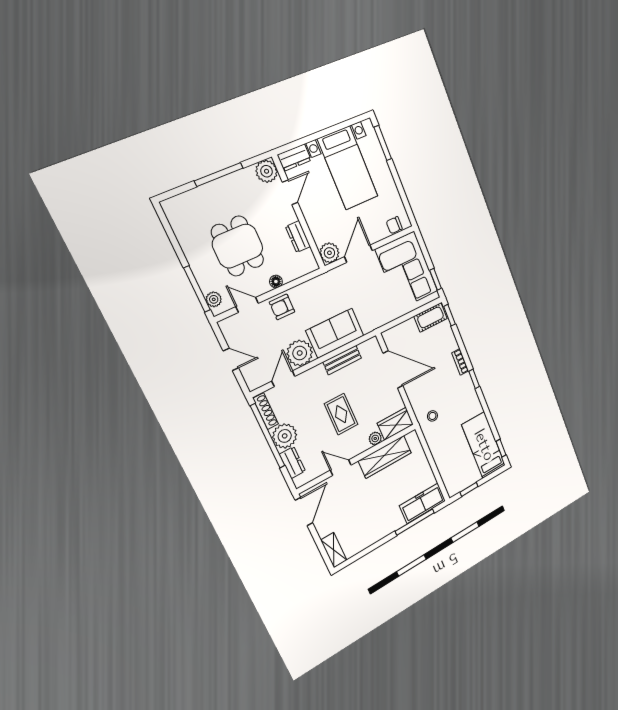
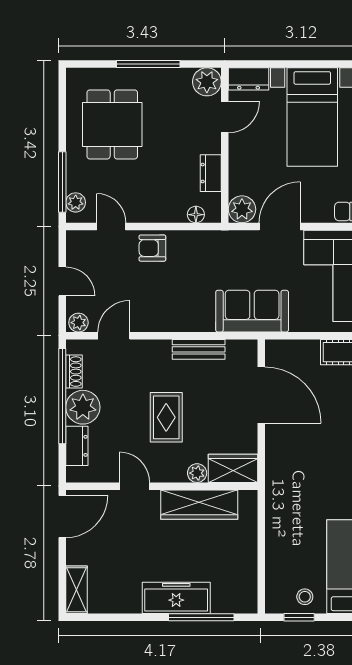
dining table: (238, 246) -> (112, 124), moved
floor lamp: (276, 282) -> (196, 215), moved
sofa: (335, 333) -> (252, 311), moved
plant: (300, 353) -> (78, 323), moved, width x0.53, depth x0.53
shoe rack: (266, 411) -> (74, 372), width x0.70
stool: (432, 416) -> (305, 597), moved
freezer: (423, 503) -> (176, 598), moved

